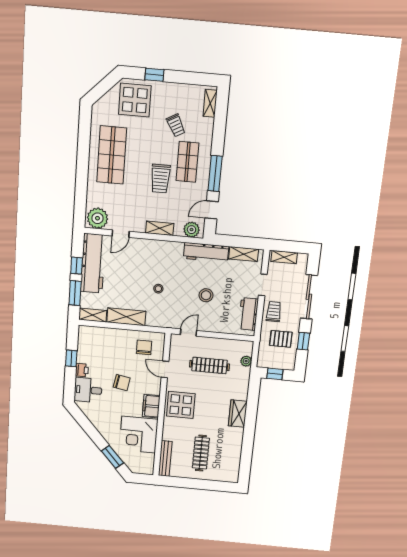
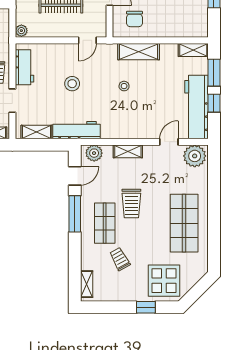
trolley: (160, 179) -> (131, 203), turned 180
shelving: (126, 317) -> (139, 52), moved
plant: (246, 361) -> (21, 31), moved

